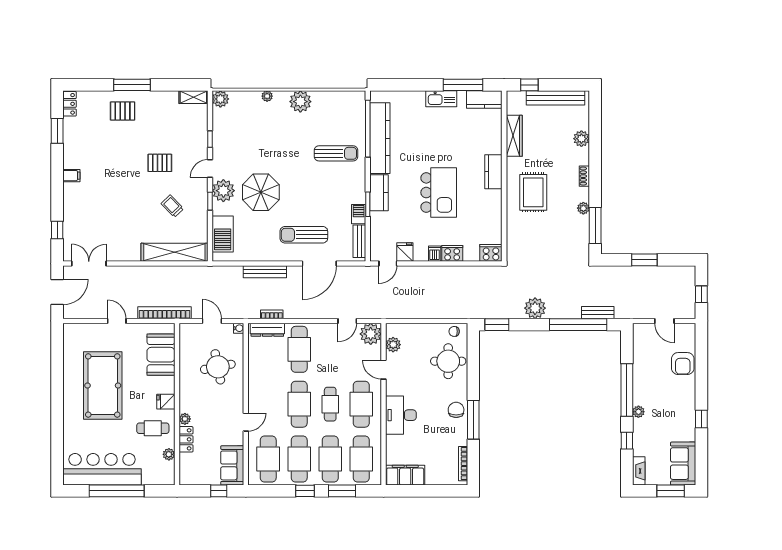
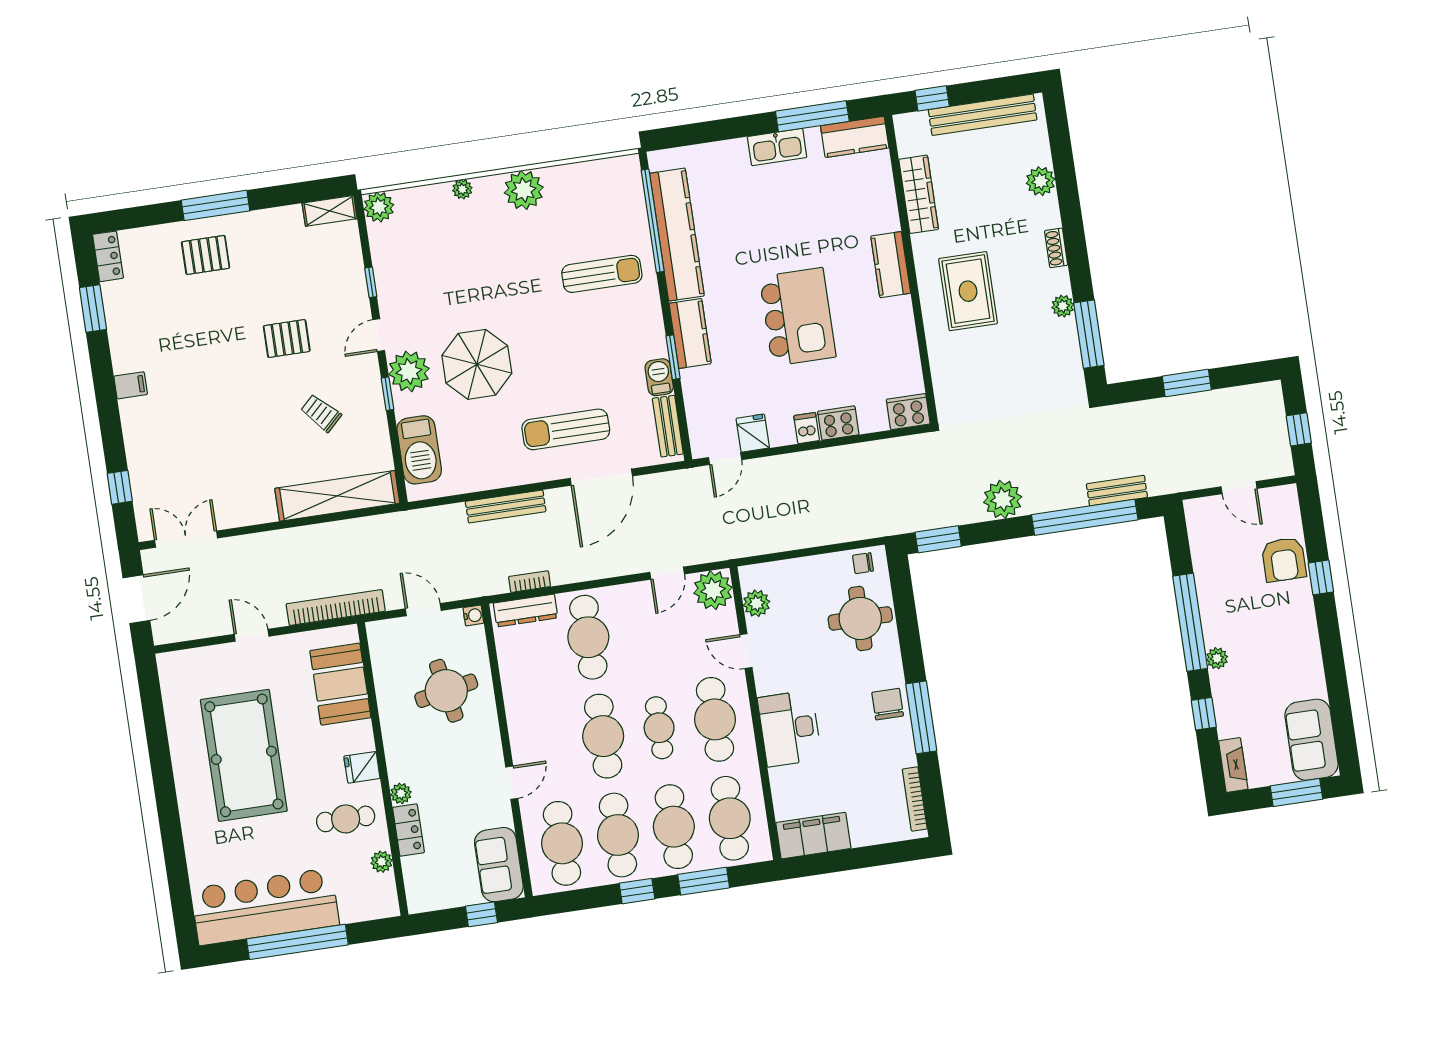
window: (701, 419) -> (1321, 577), moved

